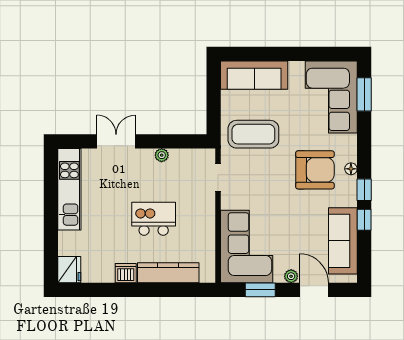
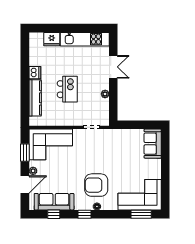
sofa: (254, 75) -> (153, 144), width x0.73
coffee table: (253, 134) -> (117, 148), removed
armchair: (315, 170) -> (96, 185), turned 90
window: (364, 220) -> (54, 214), moved
fridge: (69, 270) -> (52, 39), moved

